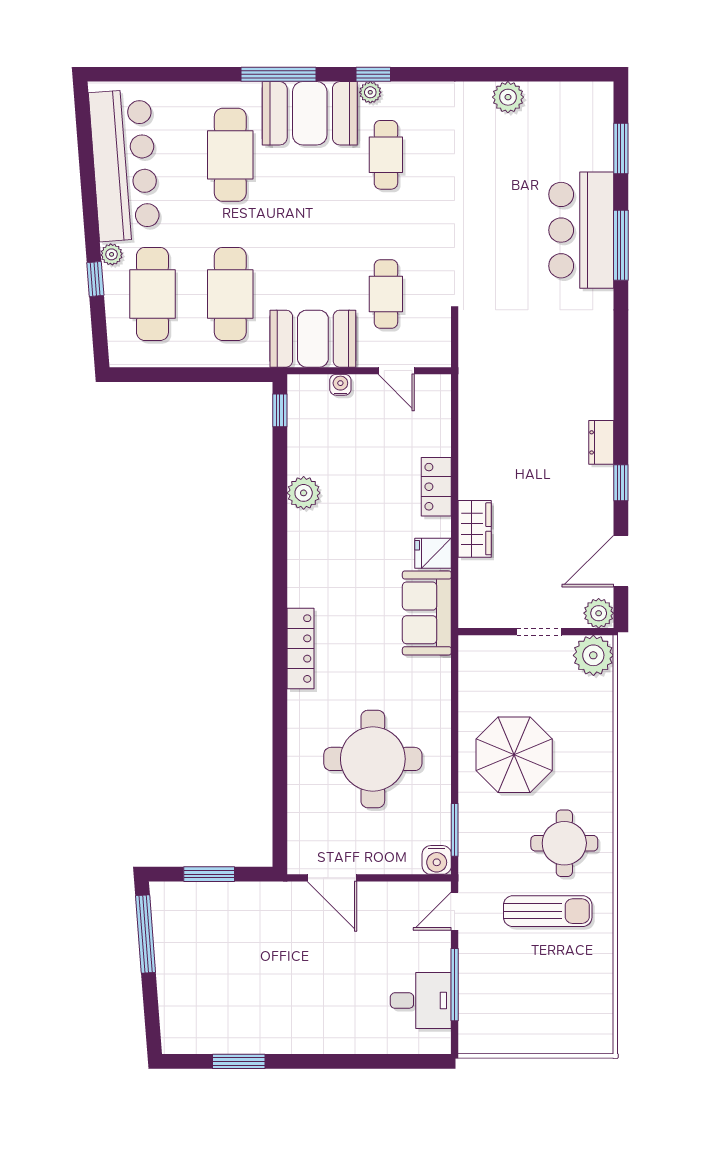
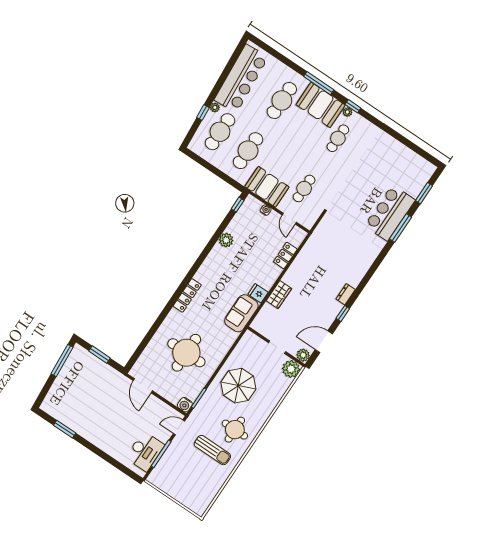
plant: (508, 97) -> (396, 147), removed
locker: (436, 487) -> (285, 255), moved
desk: (421, 1001) -> (145, 451), width x1.37

